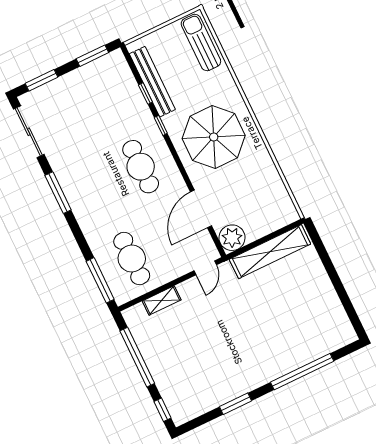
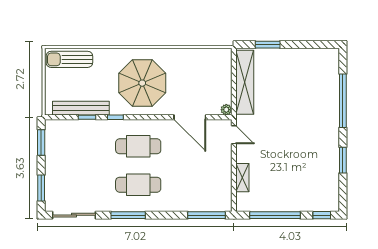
plant: (232, 238) -> (226, 110), width x0.53, depth x0.53
window: (325, 257) -> (268, 45), added
cafe table: (132, 258) -> (138, 185), moved

